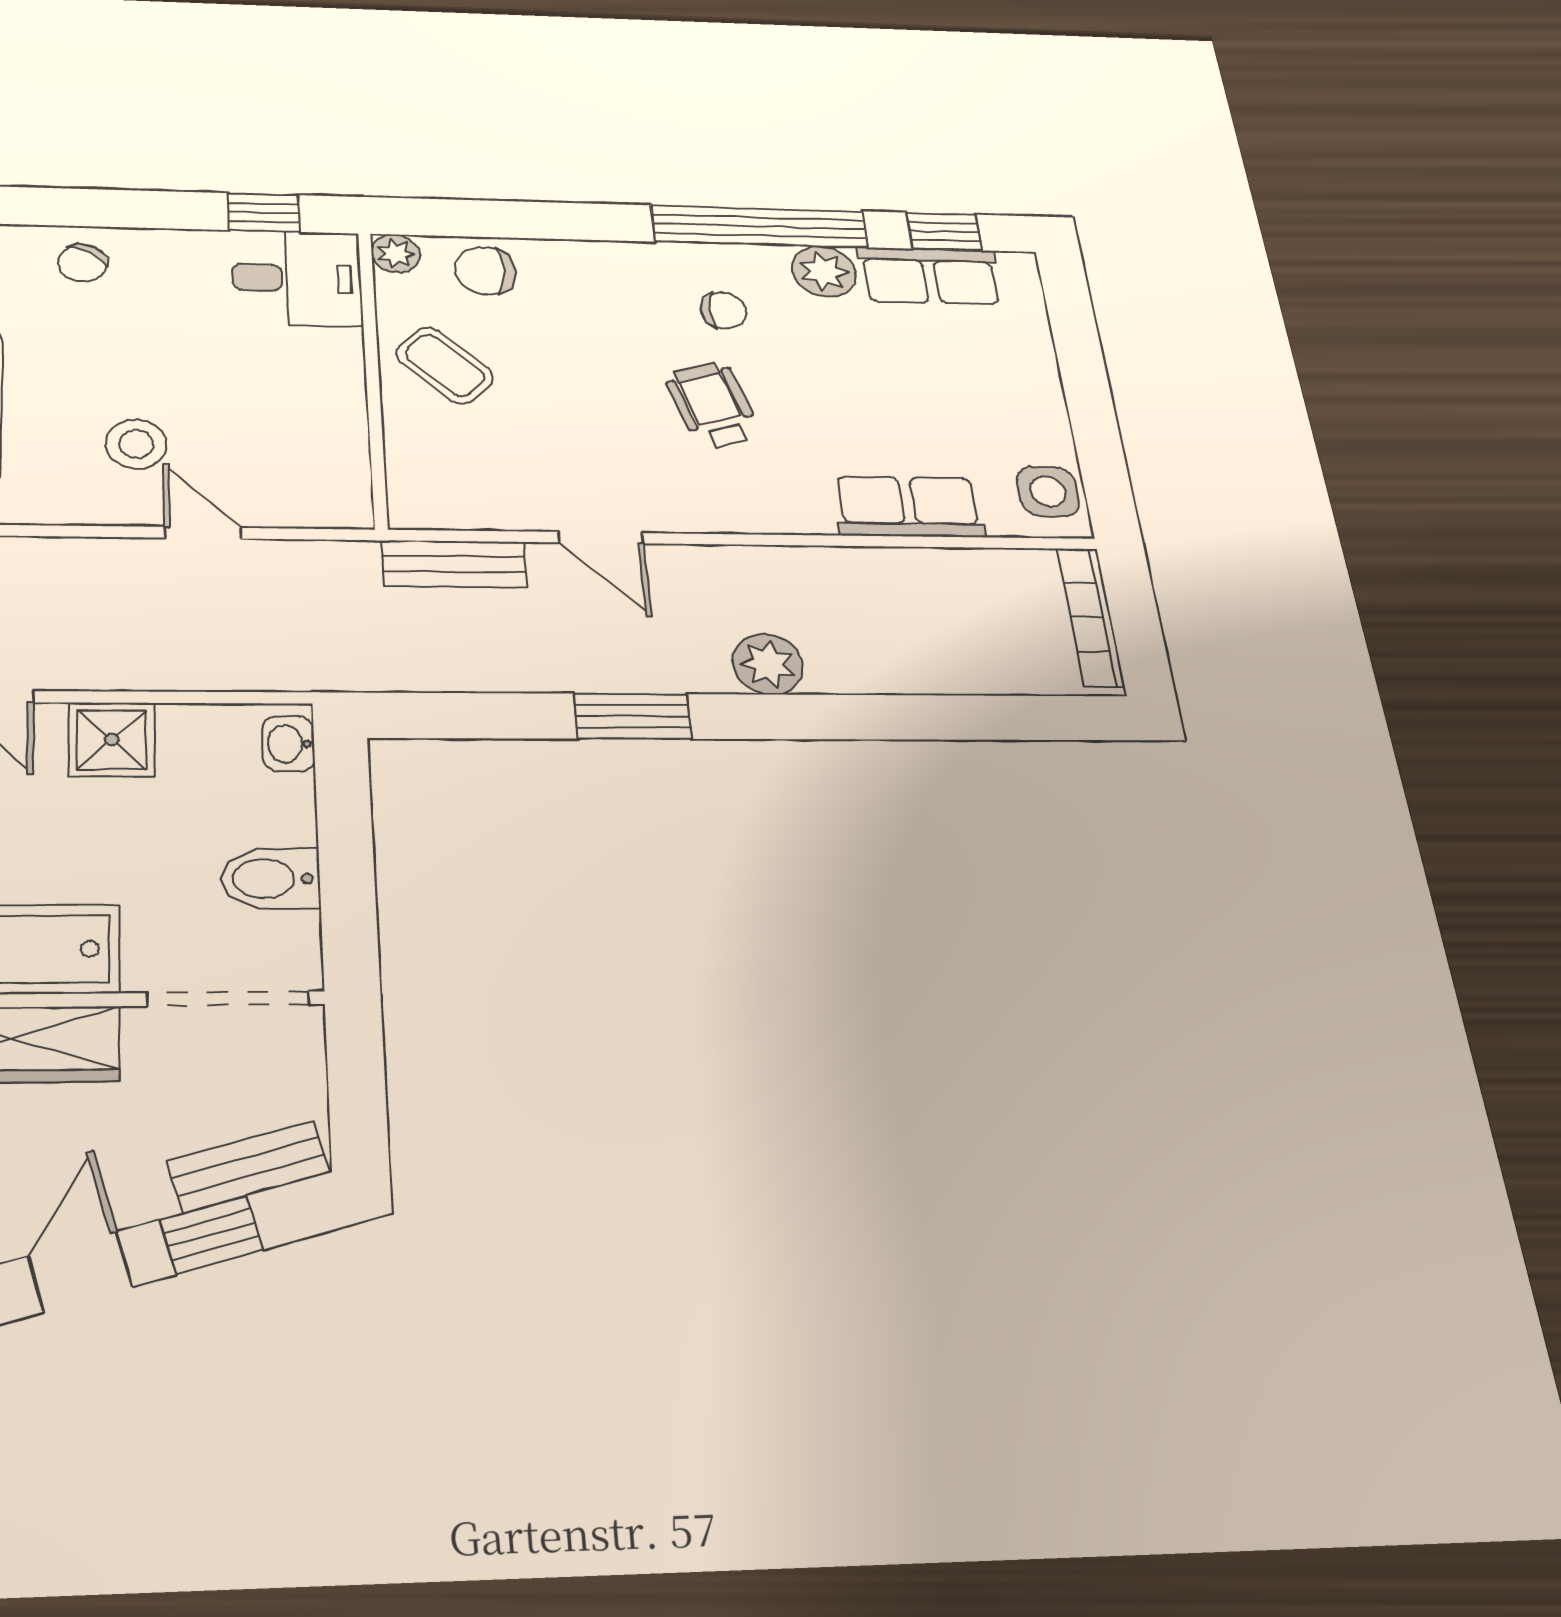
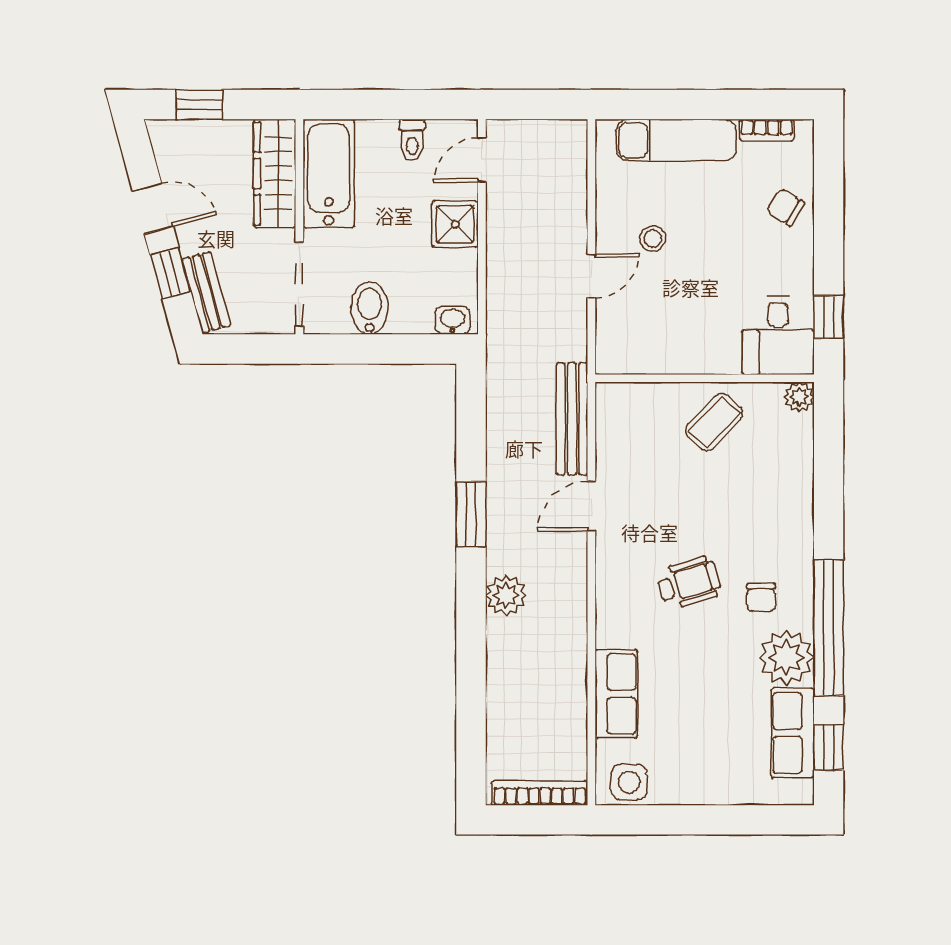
chair: (485, 271) -> (787, 451), removed
plant: (824, 271) -> (786, 657), width x1.36, depth x1.36
stool: (136, 444) -> (653, 238), width x0.73, depth x0.73
bench: (454, 564) -> (572, 419), width x1.36

